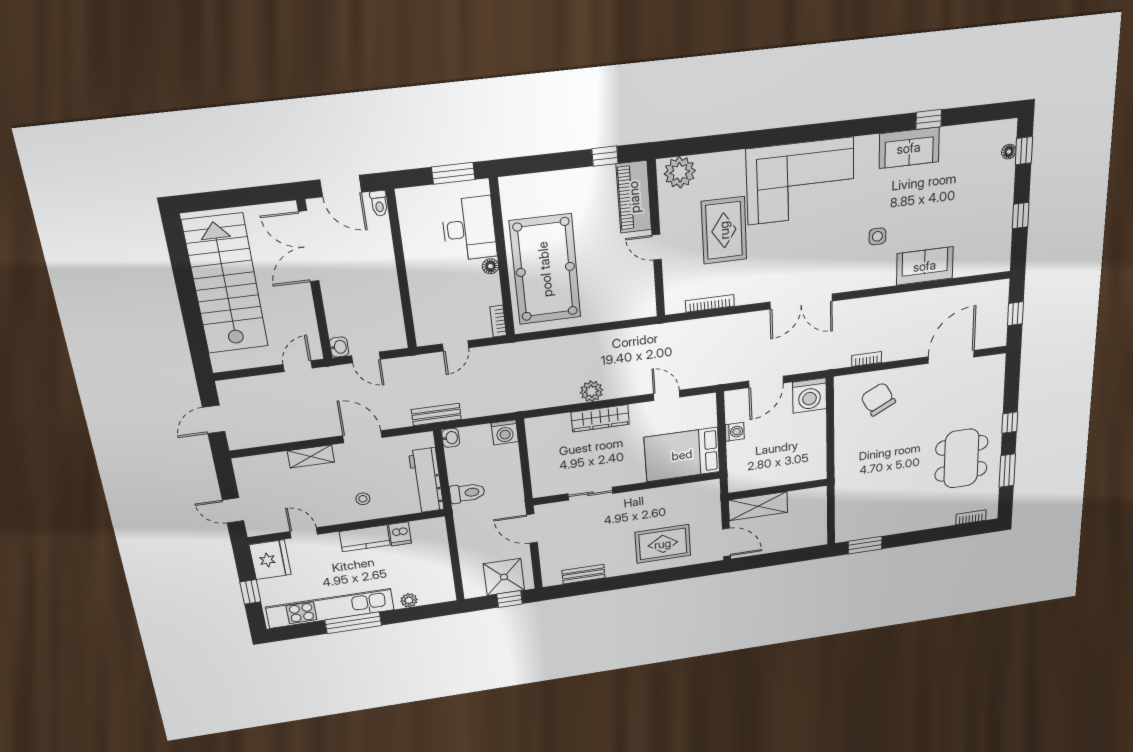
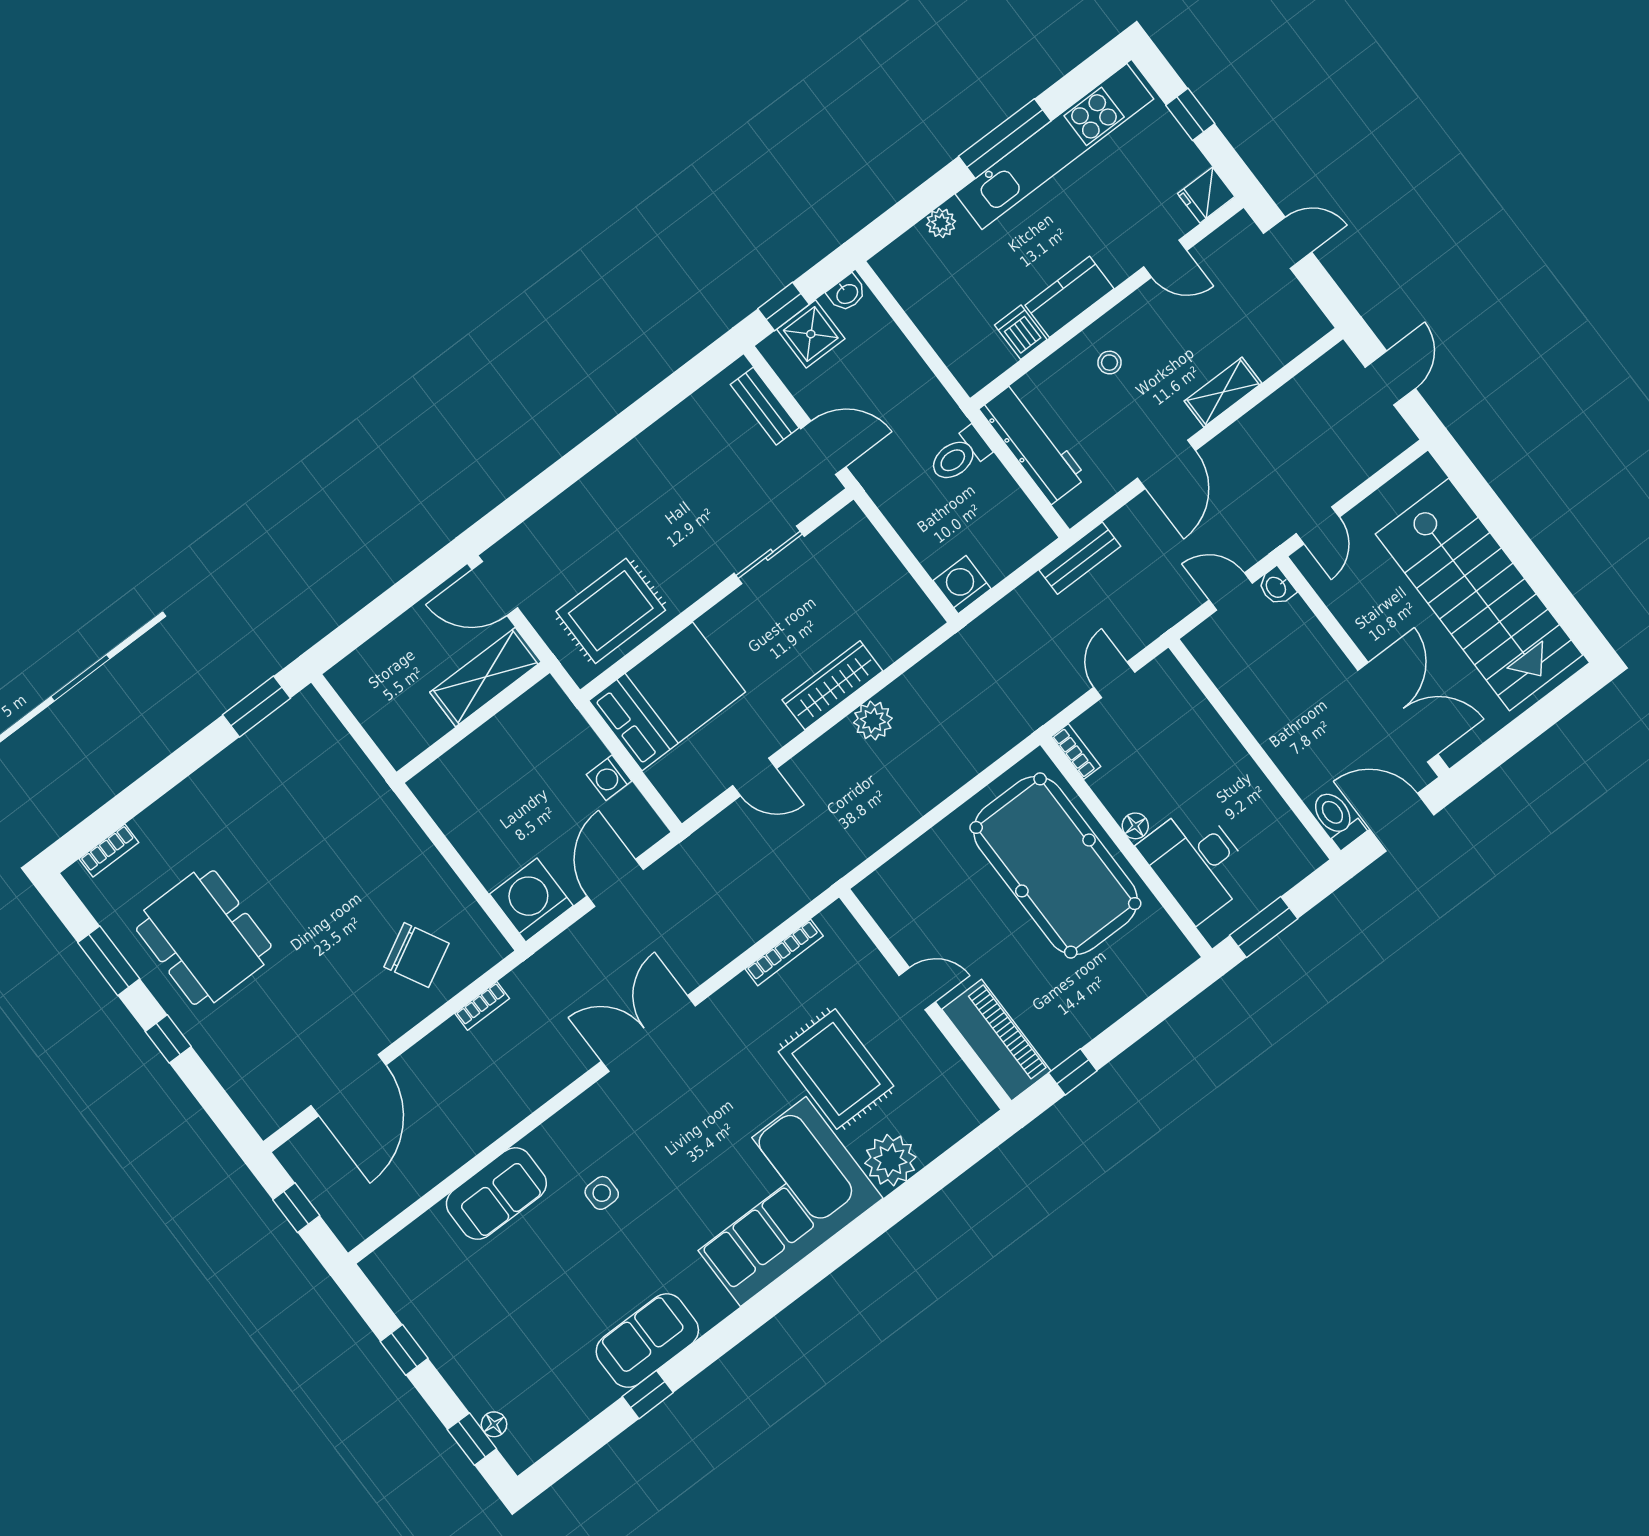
plant: (680, 172) -> (890, 1160), moved
toilet: (379, 203) -> (1337, 819), width x1.37, depth x1.39
door: (362, 437) -> (1167, 464), hinge flipped
washbasin: (451, 438) -> (847, 293), moved, turned -90
rug: (663, 544) -> (611, 611), moved
fridge: (270, 560) -> (1206, 195), width x0.53, depth x0.75
bench: (583, 574) -> (765, 406), moved, turned 90
shower: (504, 577) -> (811, 334), width x0.73, depth x0.73

